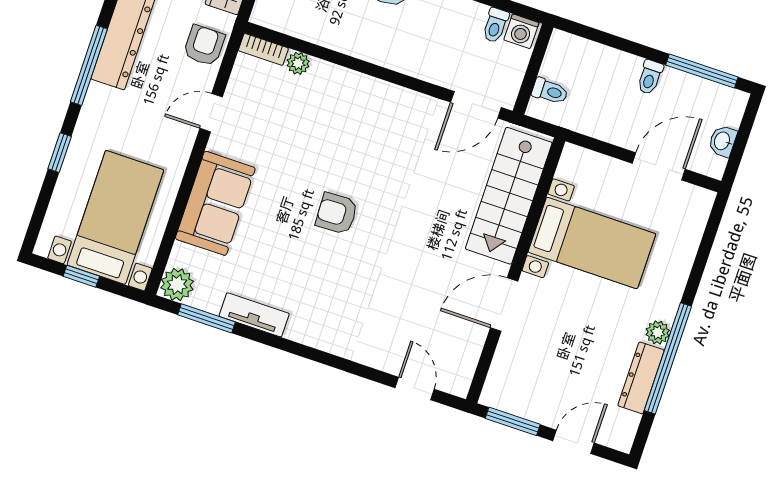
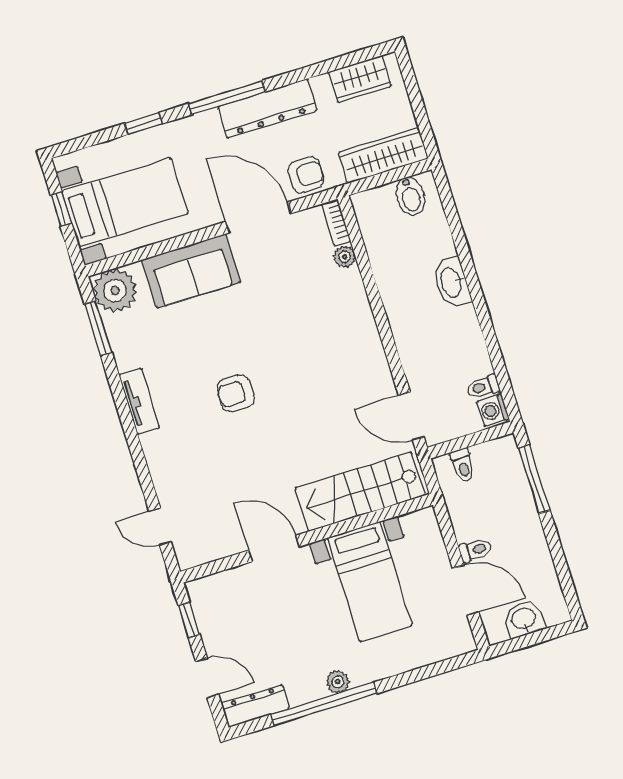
window: (702, 71) -> (534, 479), moved
toilet: (650, 77) -> (475, 550), moved, turned 180
door: (211, 113) -> (258, 217), width x1.87
washbasin: (723, 141) -> (524, 619), width x1.38, depth x1.45
armchair: (337, 213) -> (236, 393), moved, turned -88
plant: (177, 285) -> (115, 291), width x1.36, depth x1.36
tv unit: (254, 315) -> (139, 401), moved
dresser: (641, 378) -> (255, 706), moved
door: (415, 388) -> (160, 526), swing flipped
window: (513, 421) -> (189, 620), width x0.67

